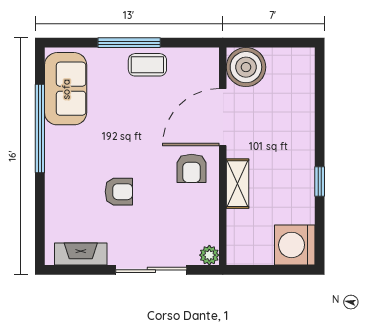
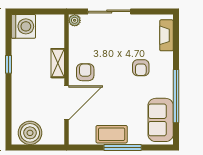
coffee table: (147, 65) -> (112, 134), width x1.36, depth x1.30
boiler: (246, 67) -> (30, 133), moved
armchair: (119, 192) -> (141, 68), moved, turned -90
fireplace: (81, 254) -> (166, 35), moved, turned 90

